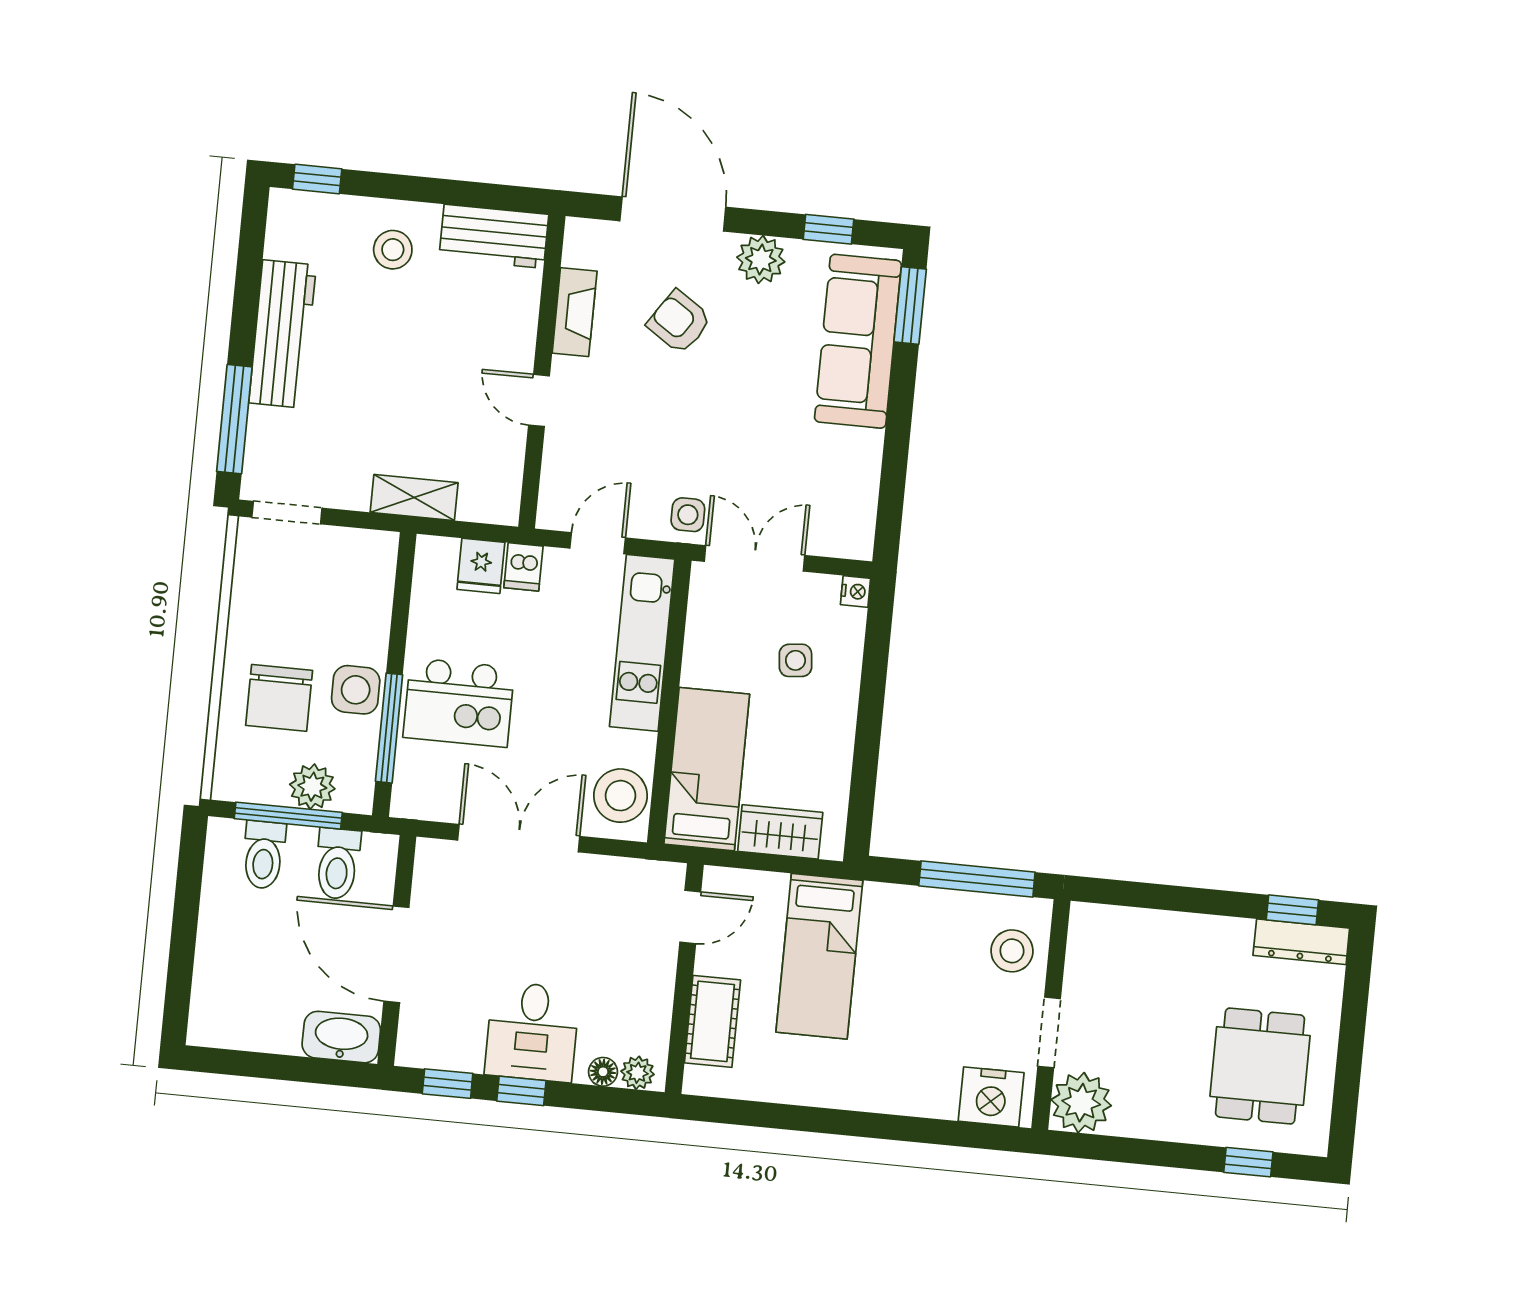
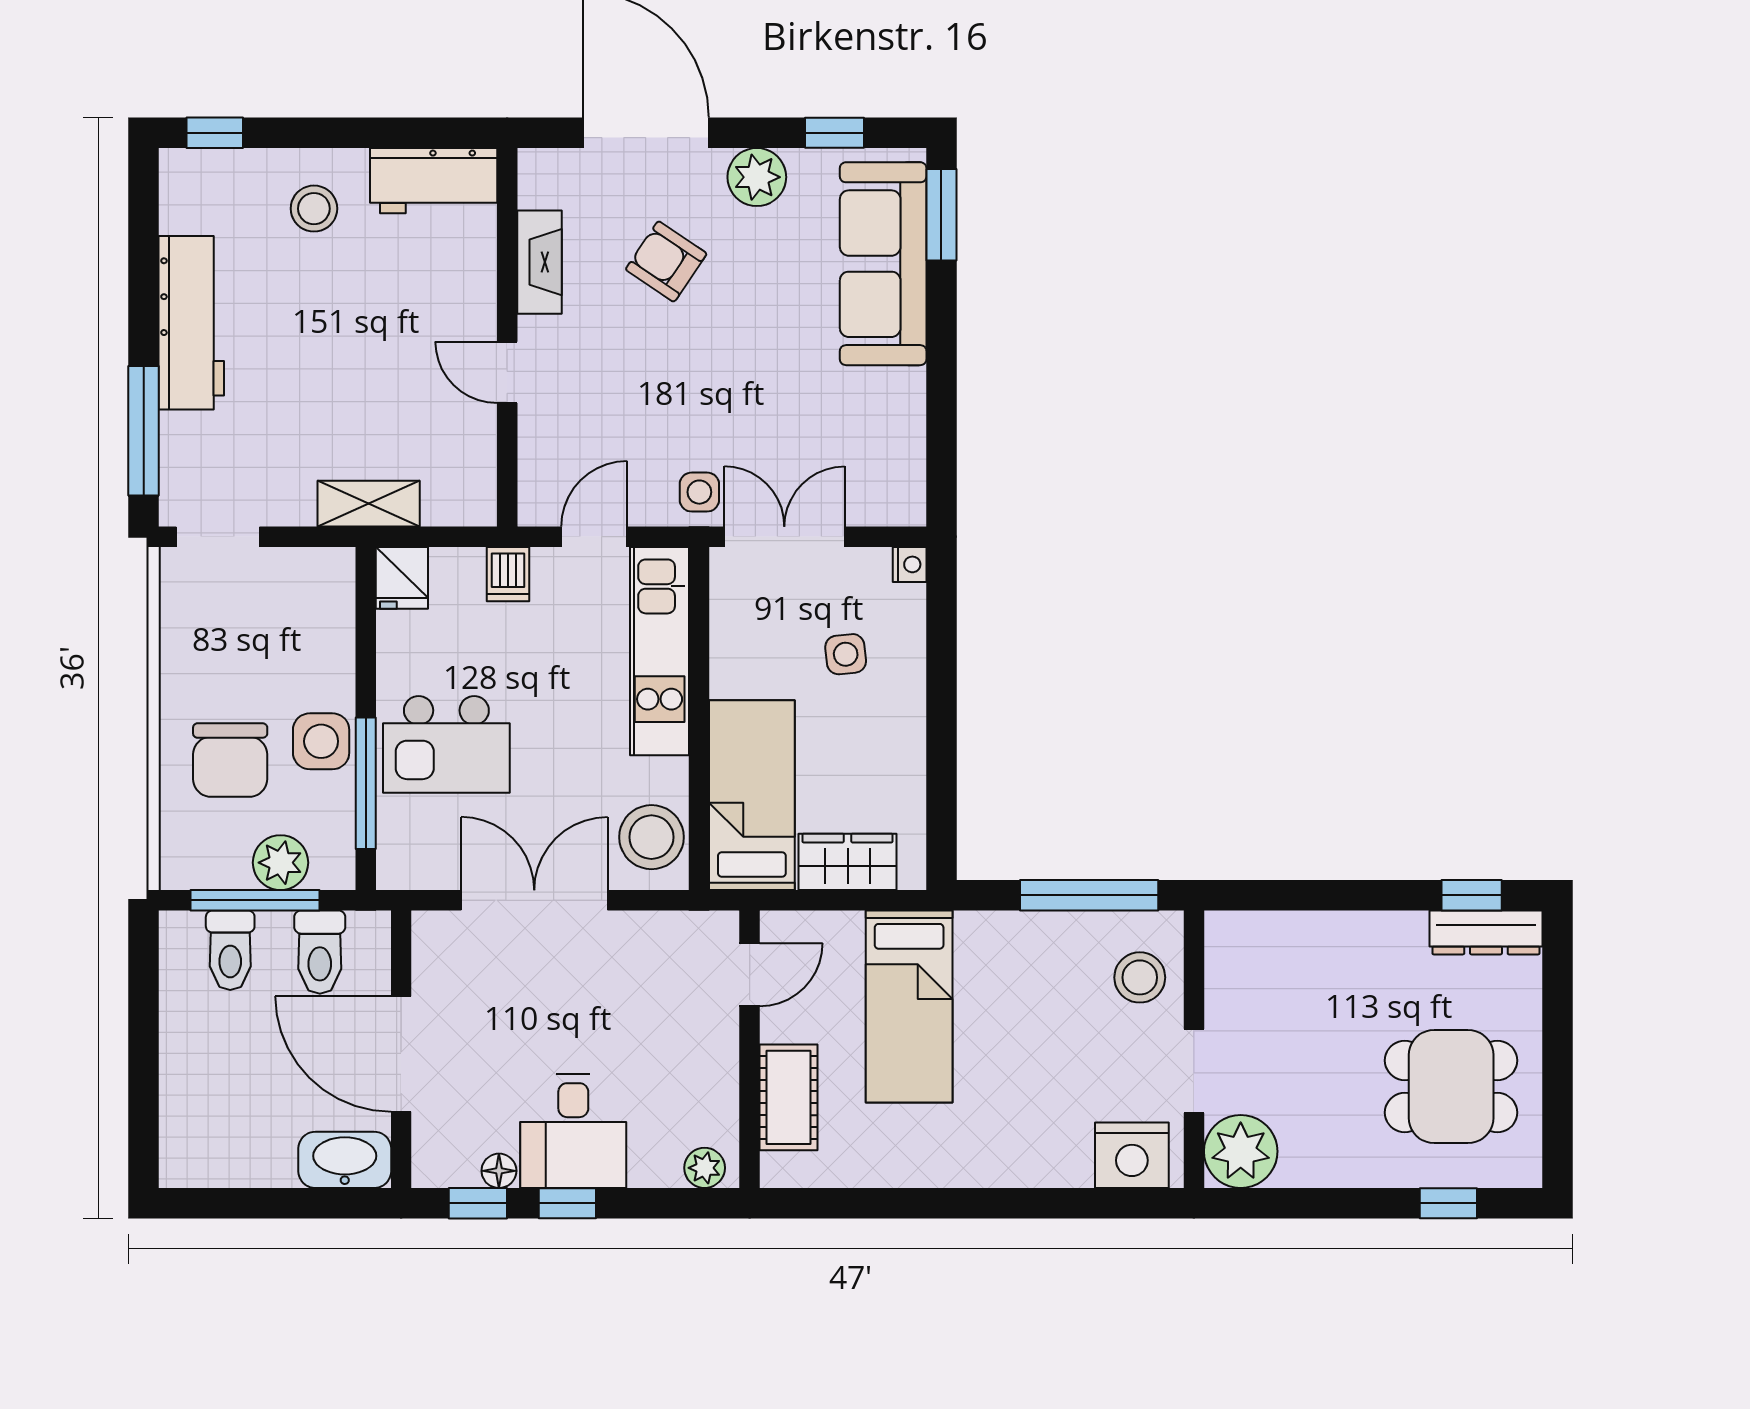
fridge: (481, 566) -> (402, 578), moved
dining table: (1260, 1066) -> (1451, 1086), turned 90
floor lamp: (603, 1072) -> (499, 1171), moved

